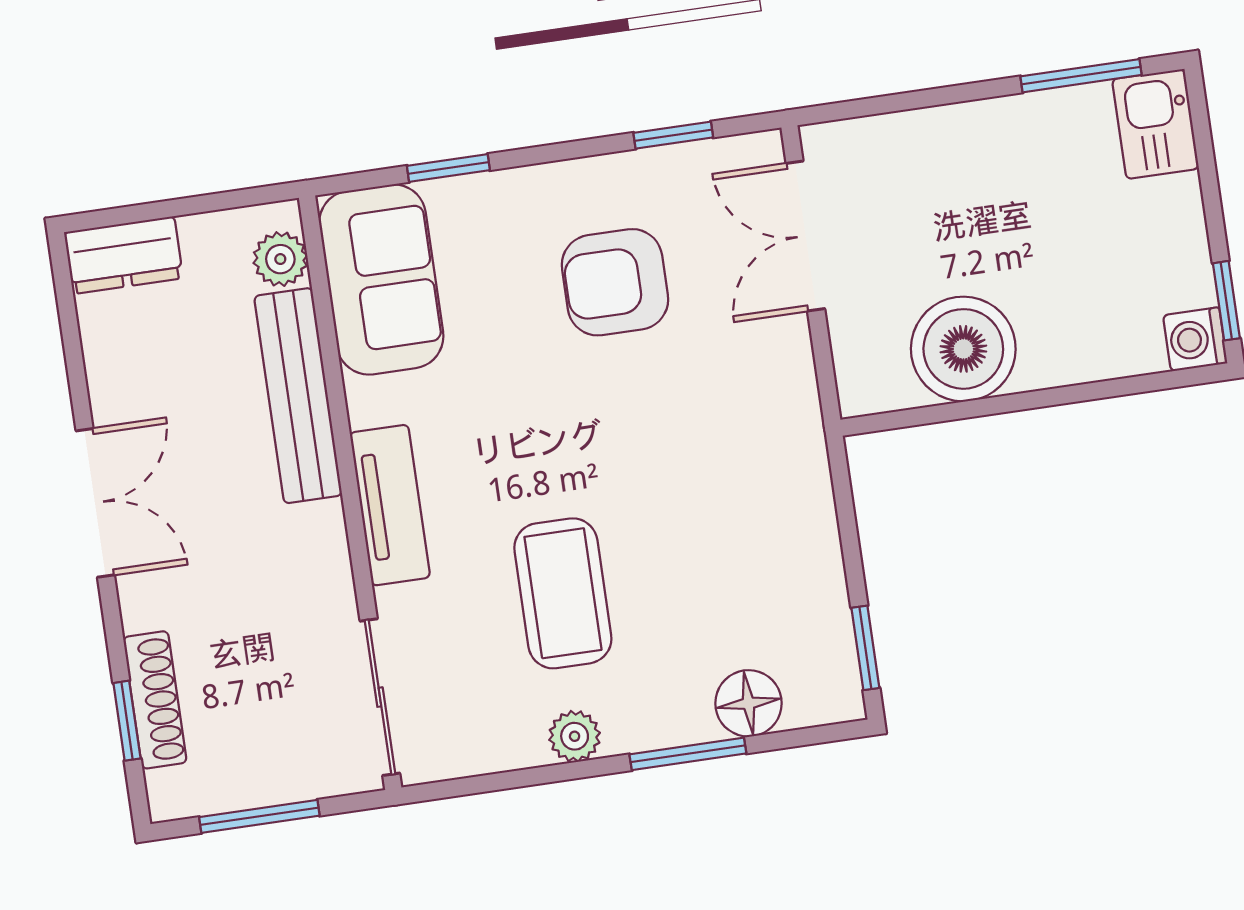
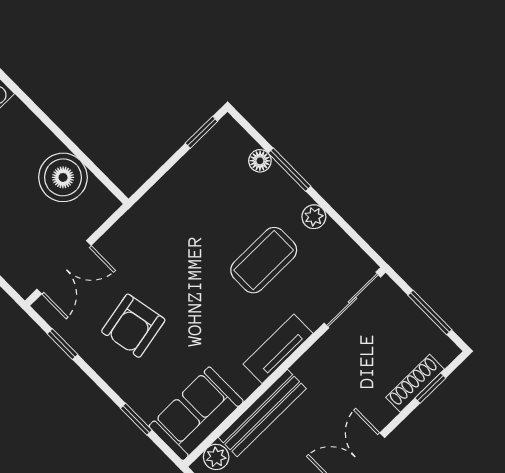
armchair: (615, 282) -> (133, 326), turned 79
floor lamp: (748, 703) -> (260, 161), width x0.73, depth x0.73

